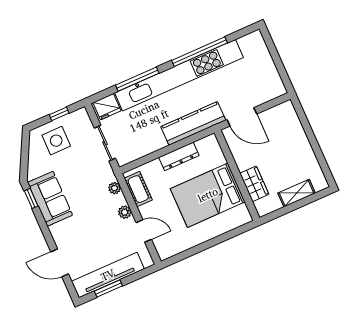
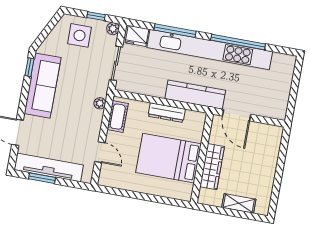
wardrobe: (254, 184) -> (212, 167), width x1.50
sofa: (50, 199) -> (43, 86), width x1.36
plant: (125, 212) -> (113, 29), moved

